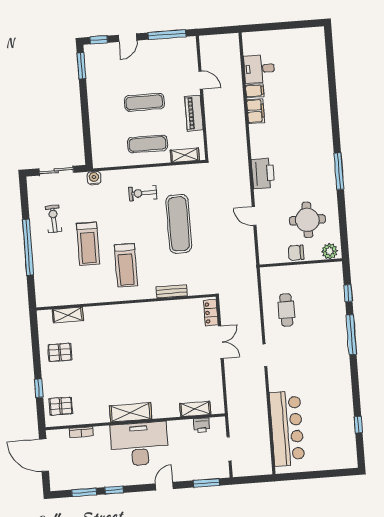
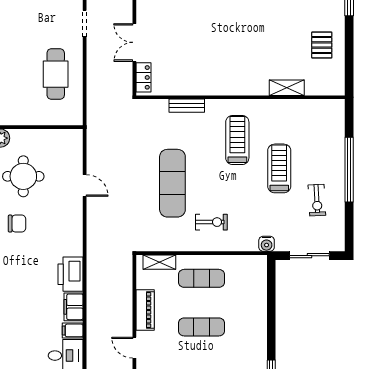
printer: (263, 173) -> (71, 274), moved
chair: (296, 253) -> (17, 224), moved
cafe table: (286, 310) -> (56, 74), width x1.37, depth x1.35
shelving: (68, 315) -> (287, 88), moved
pallet: (60, 352) -> (322, 45), turned 90

